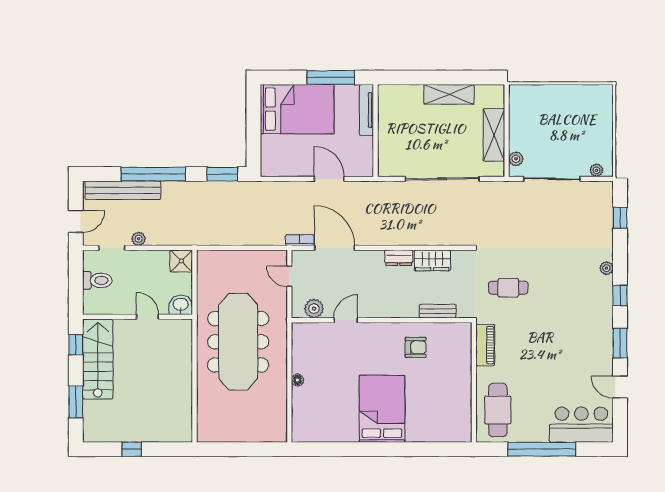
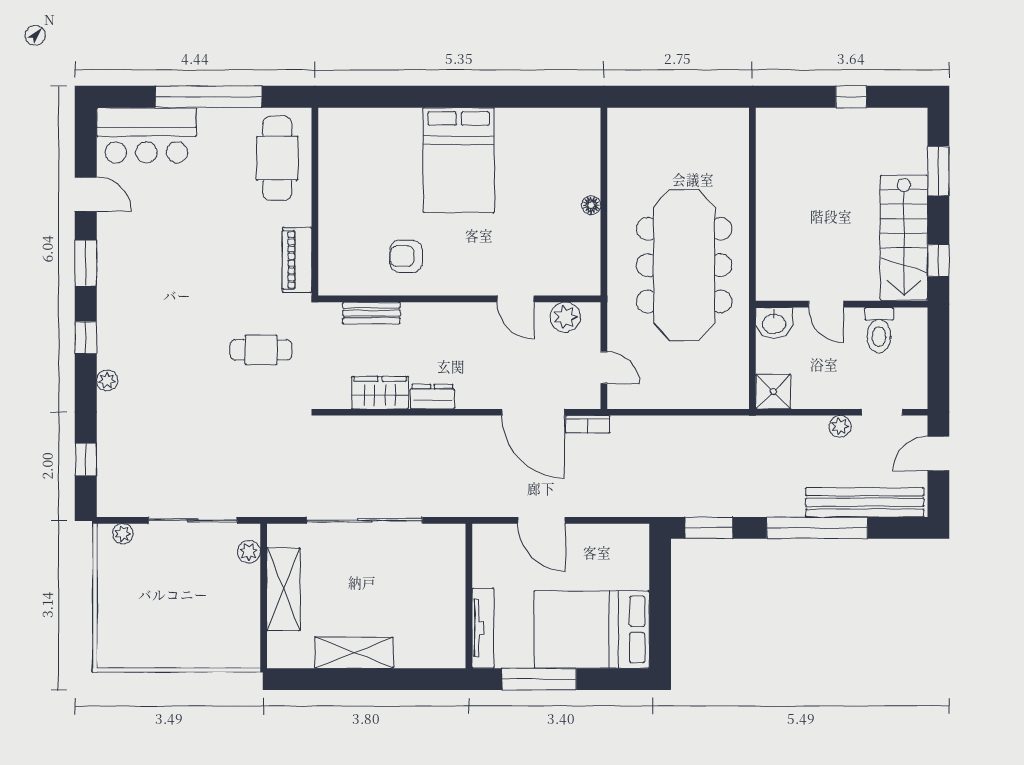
toilet: (97, 280) -> (879, 330), moved, turned -90
door: (346, 320) -> (516, 299), hinge flipped

